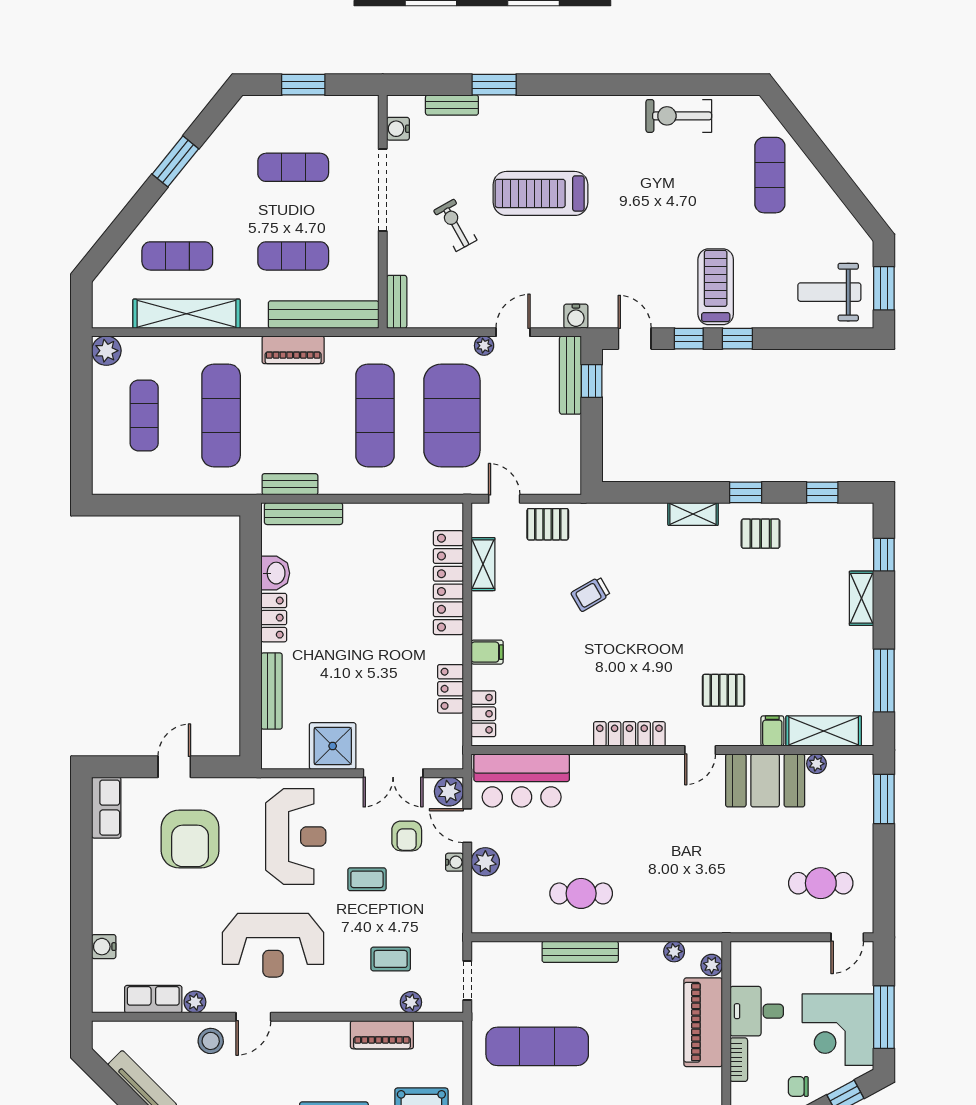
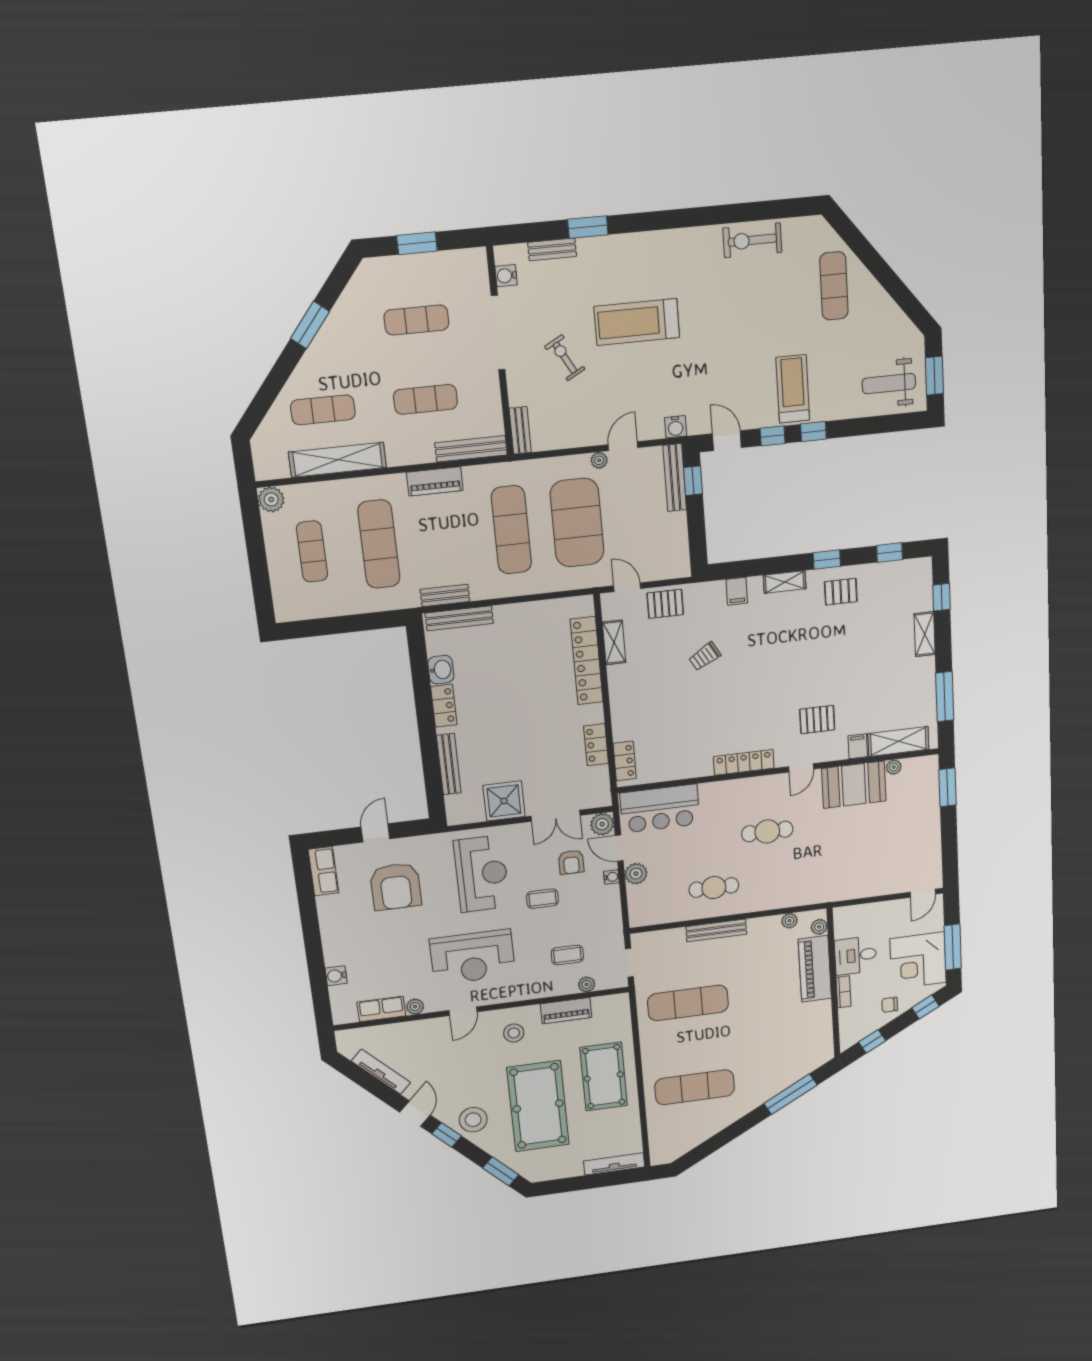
bench: (324, 315) -> (471, 449), width x0.73, depth x0.82
filing cabinet: (487, 652) -> (737, 591), moved, turned 90
cafe table: (821, 883) -> (767, 831), moved
stool: (211, 1041) -> (514, 1033), moved

